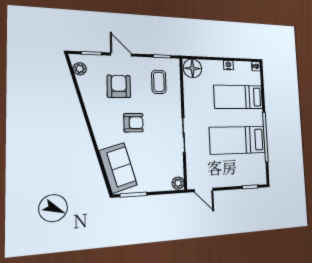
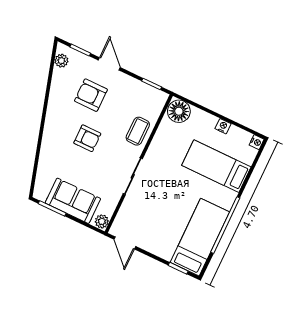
coffee table: (159, 82) -> (138, 131), moved
armchair: (119, 86) -> (91, 95), turned -90
bed: (238, 140) -> (200, 237), moved, turned 90
sofa: (118, 168) -> (73, 201), moved, turned -74

